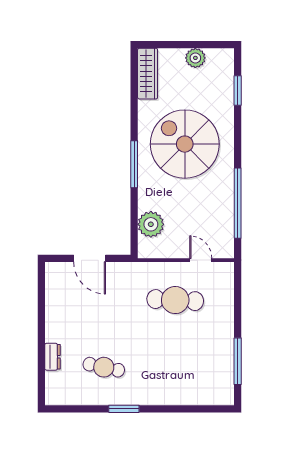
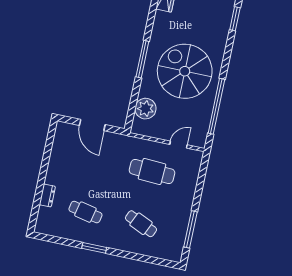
spiral stairs: (185, 144) -> (185, 71), moved
door: (201, 260) -> (178, 145), hinge flipped
cafe table: (175, 367) -> (141, 224), added

